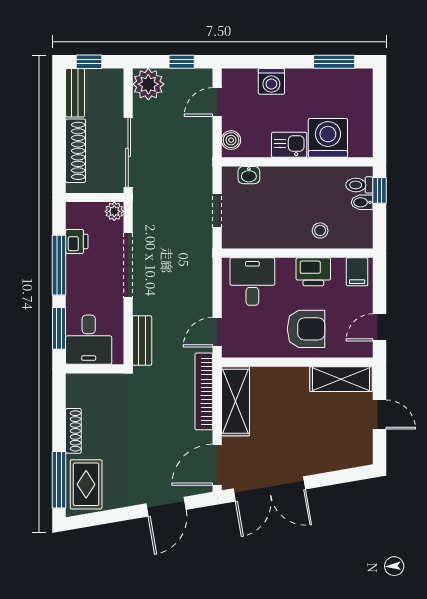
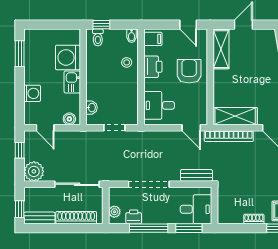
bidet: (362, 202) -> (132, 36), moved
plant: (114, 211) -> (114, 212), moved
shoe rack: (73, 431) -> (254, 219), width x0.70

